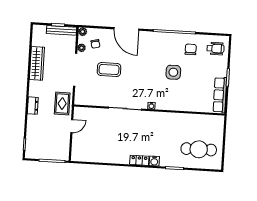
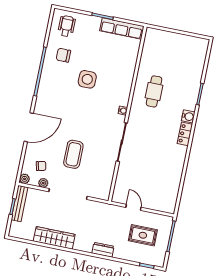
rug: (62, 104) -> (143, 235), moved
cafe table: (199, 149) -> (154, 91), moved, width x0.73, depth x0.74

